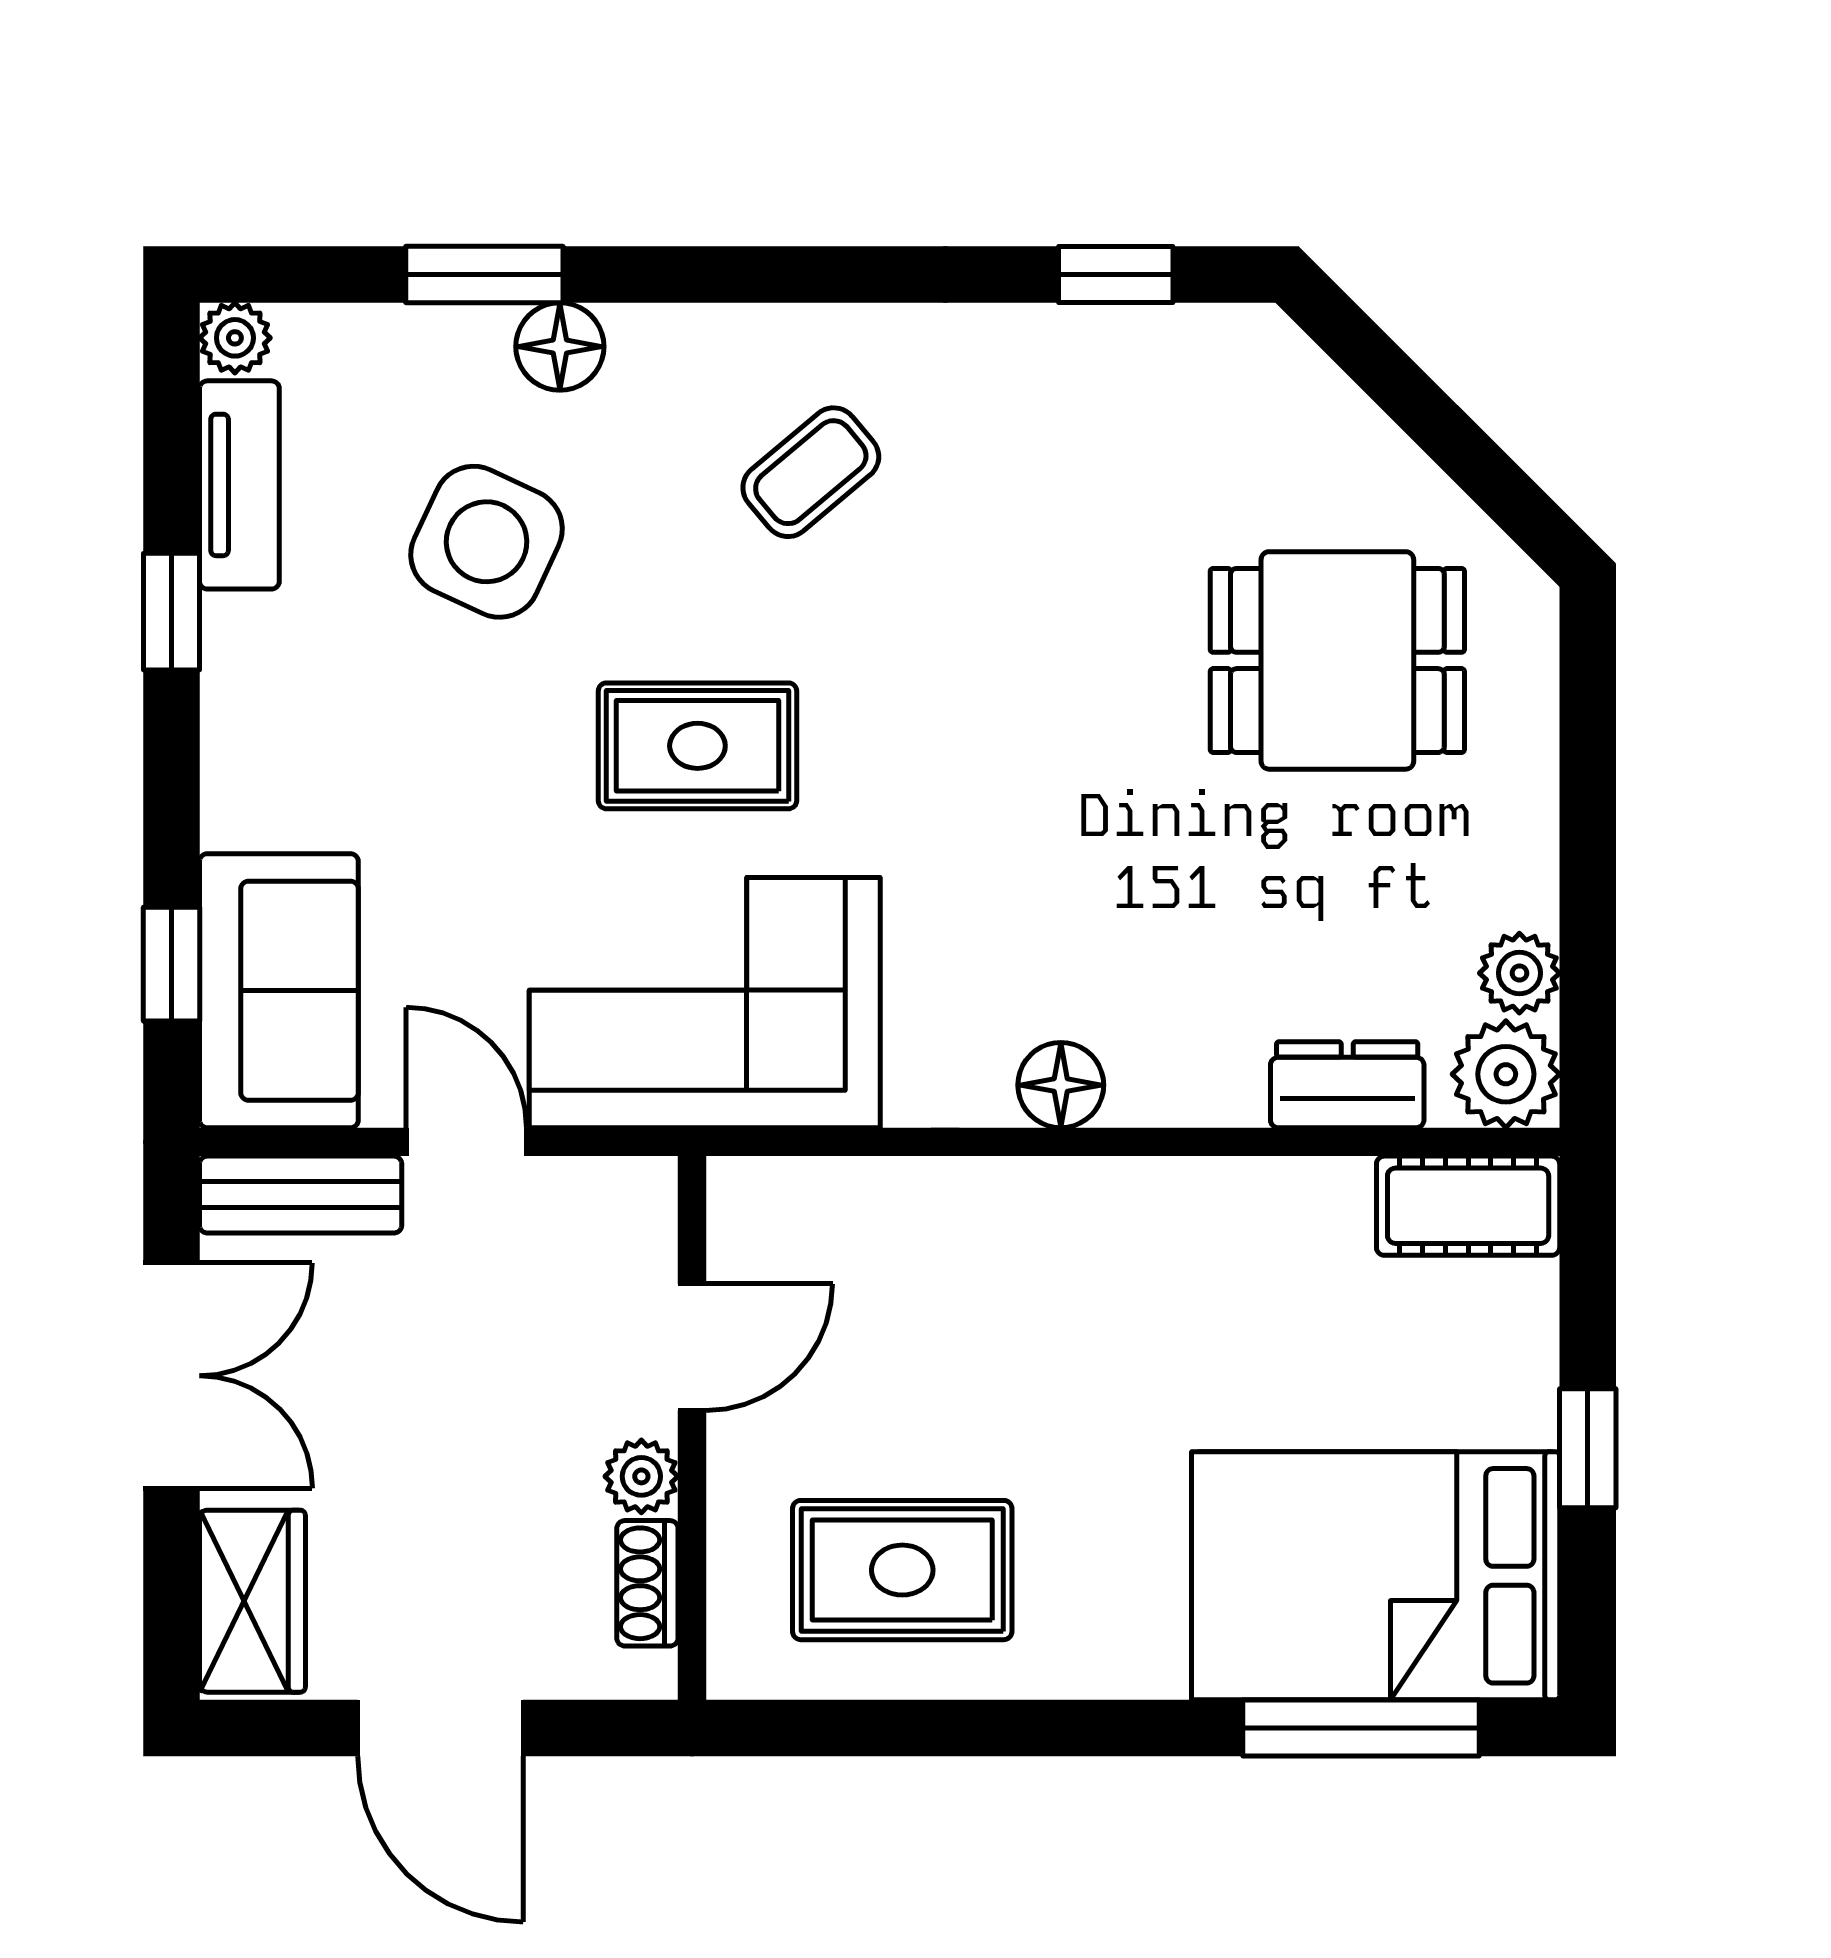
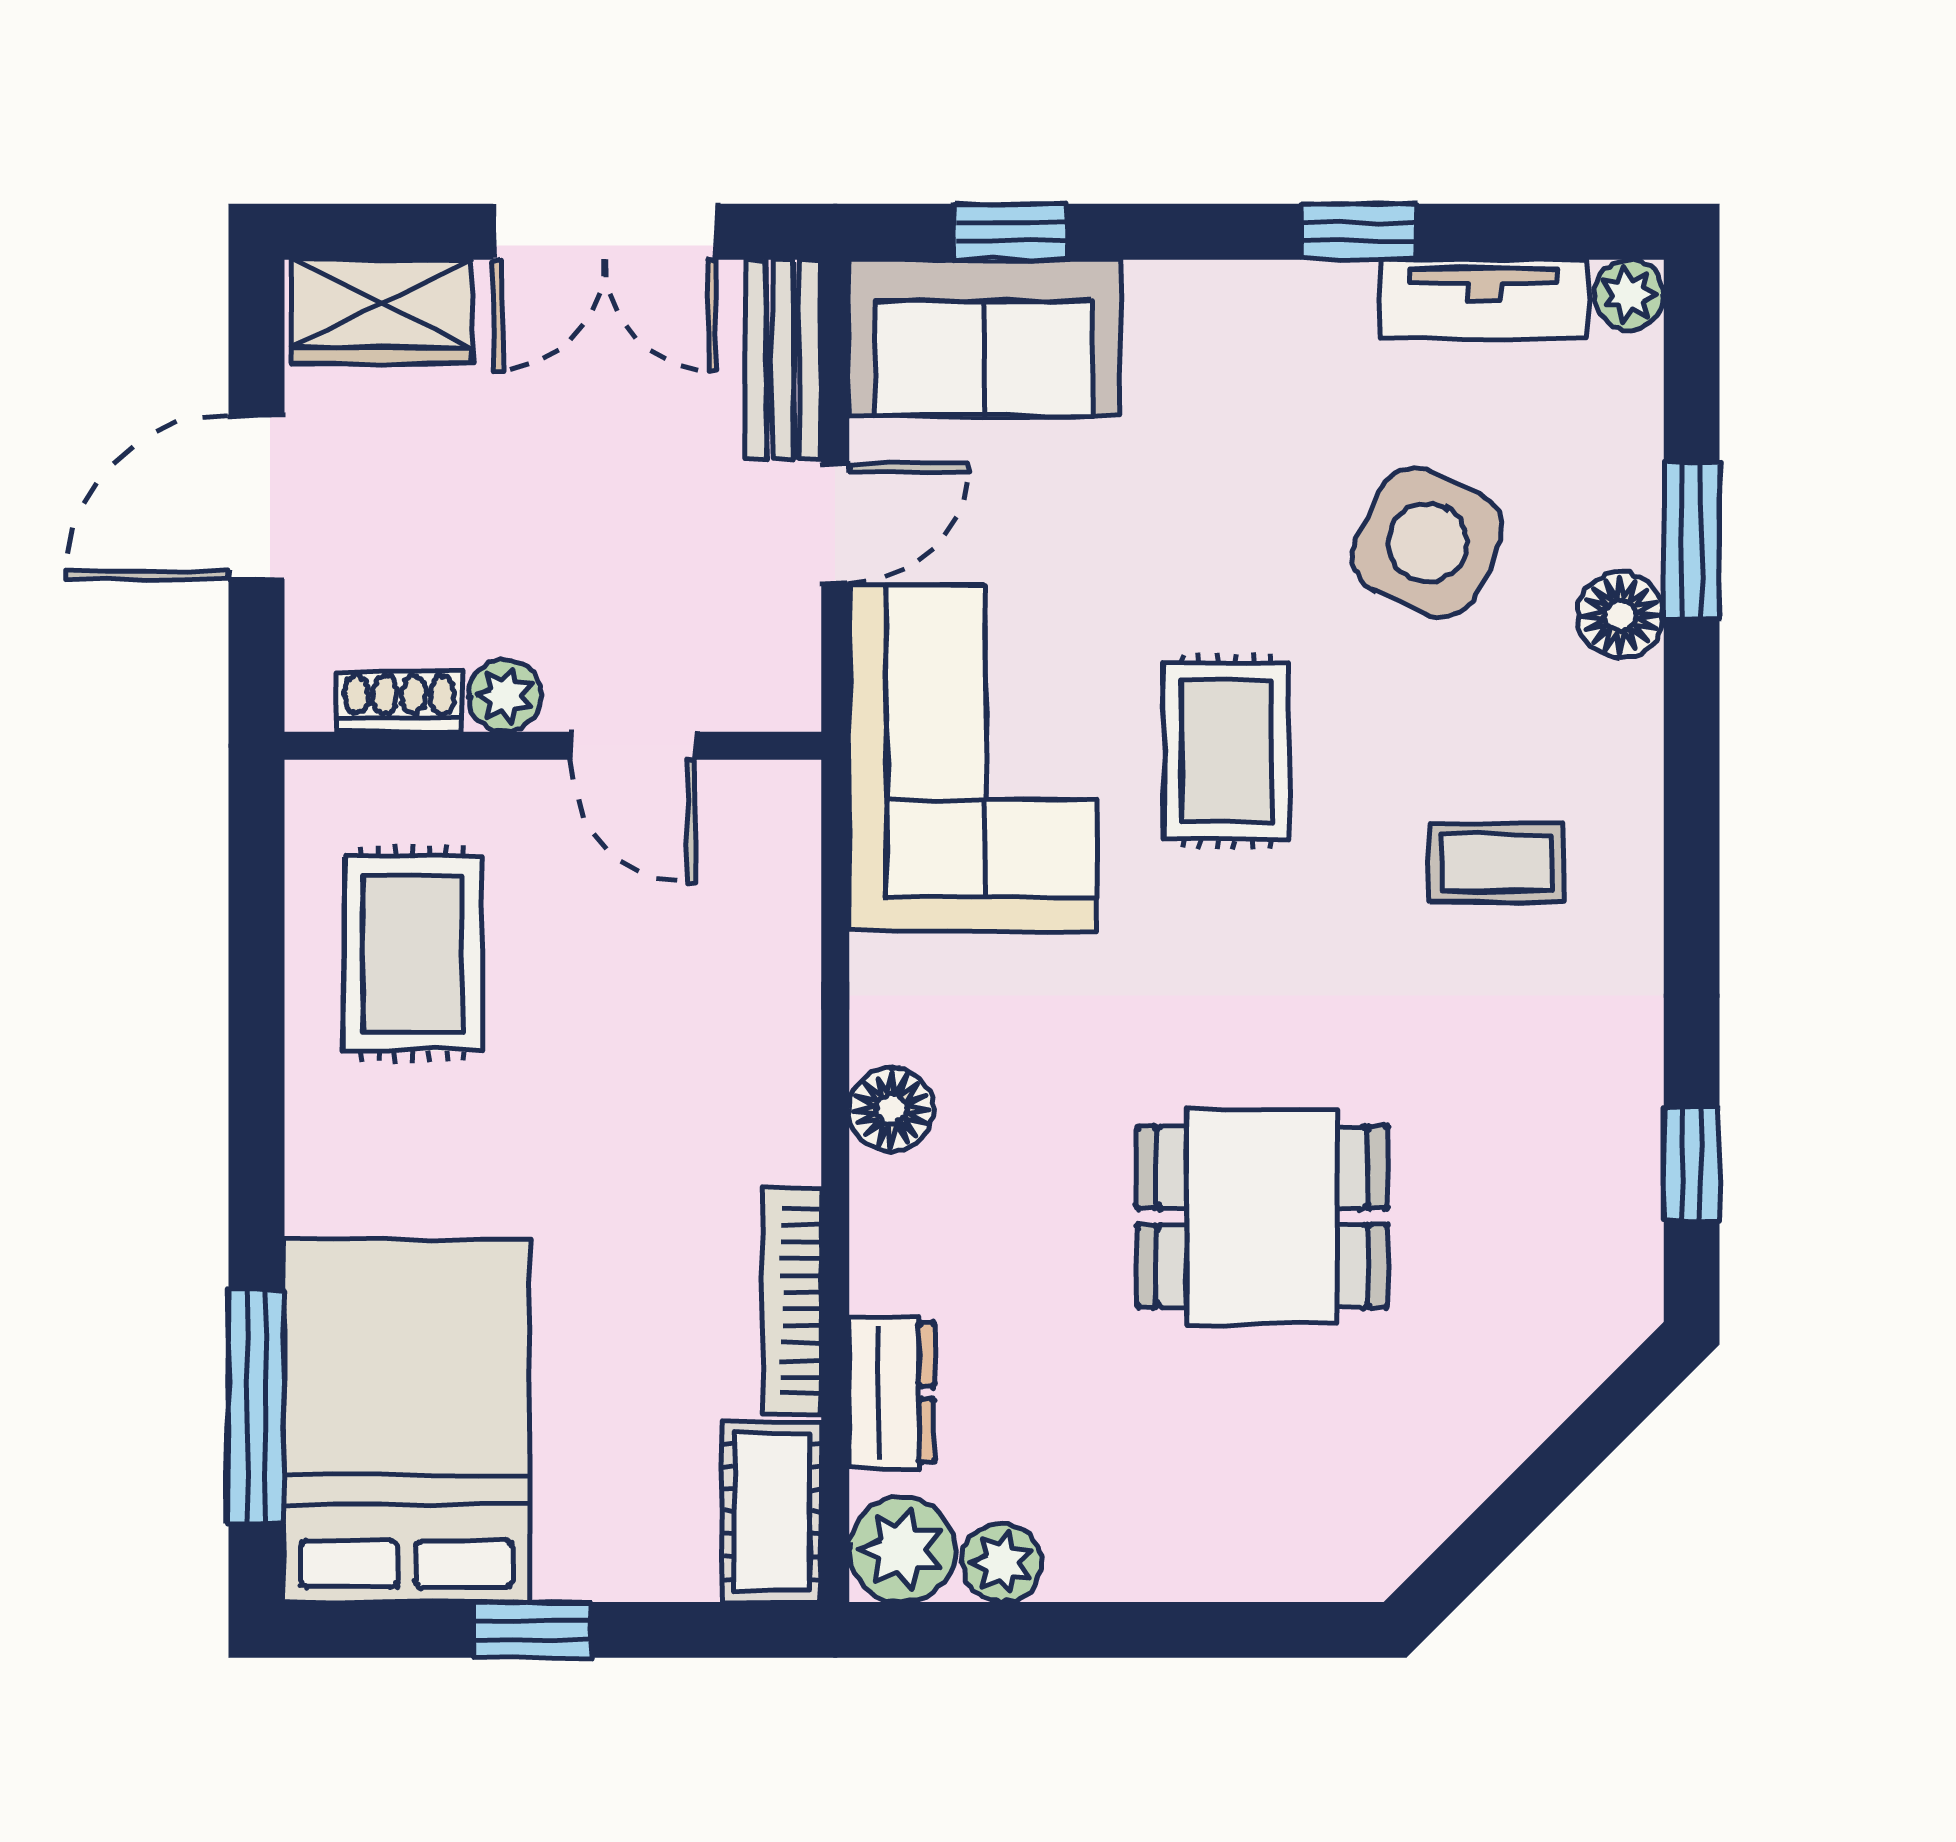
coffee table: (811, 472) -> (1496, 863), turned -50
dining table: (1337, 660) -> (1262, 1217), moved, turned 90
bookcase: (1254, 1185) -> (792, 1301), added

